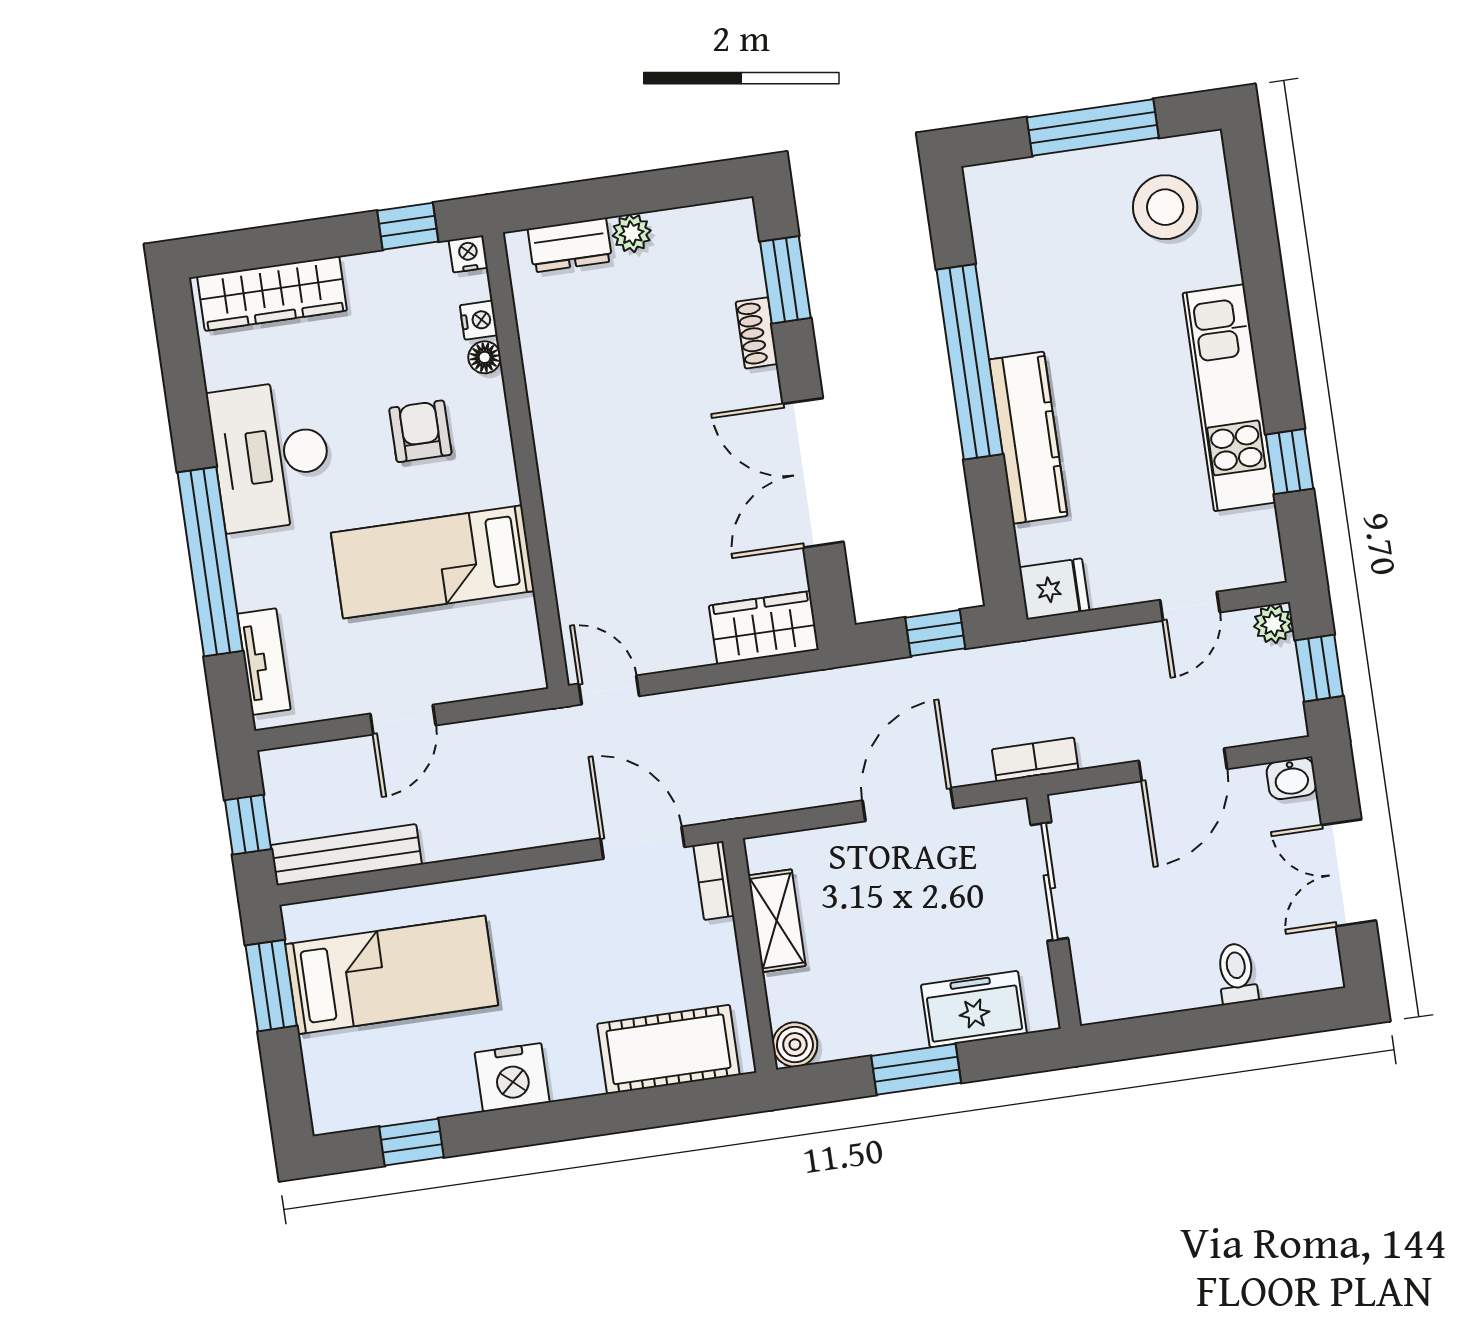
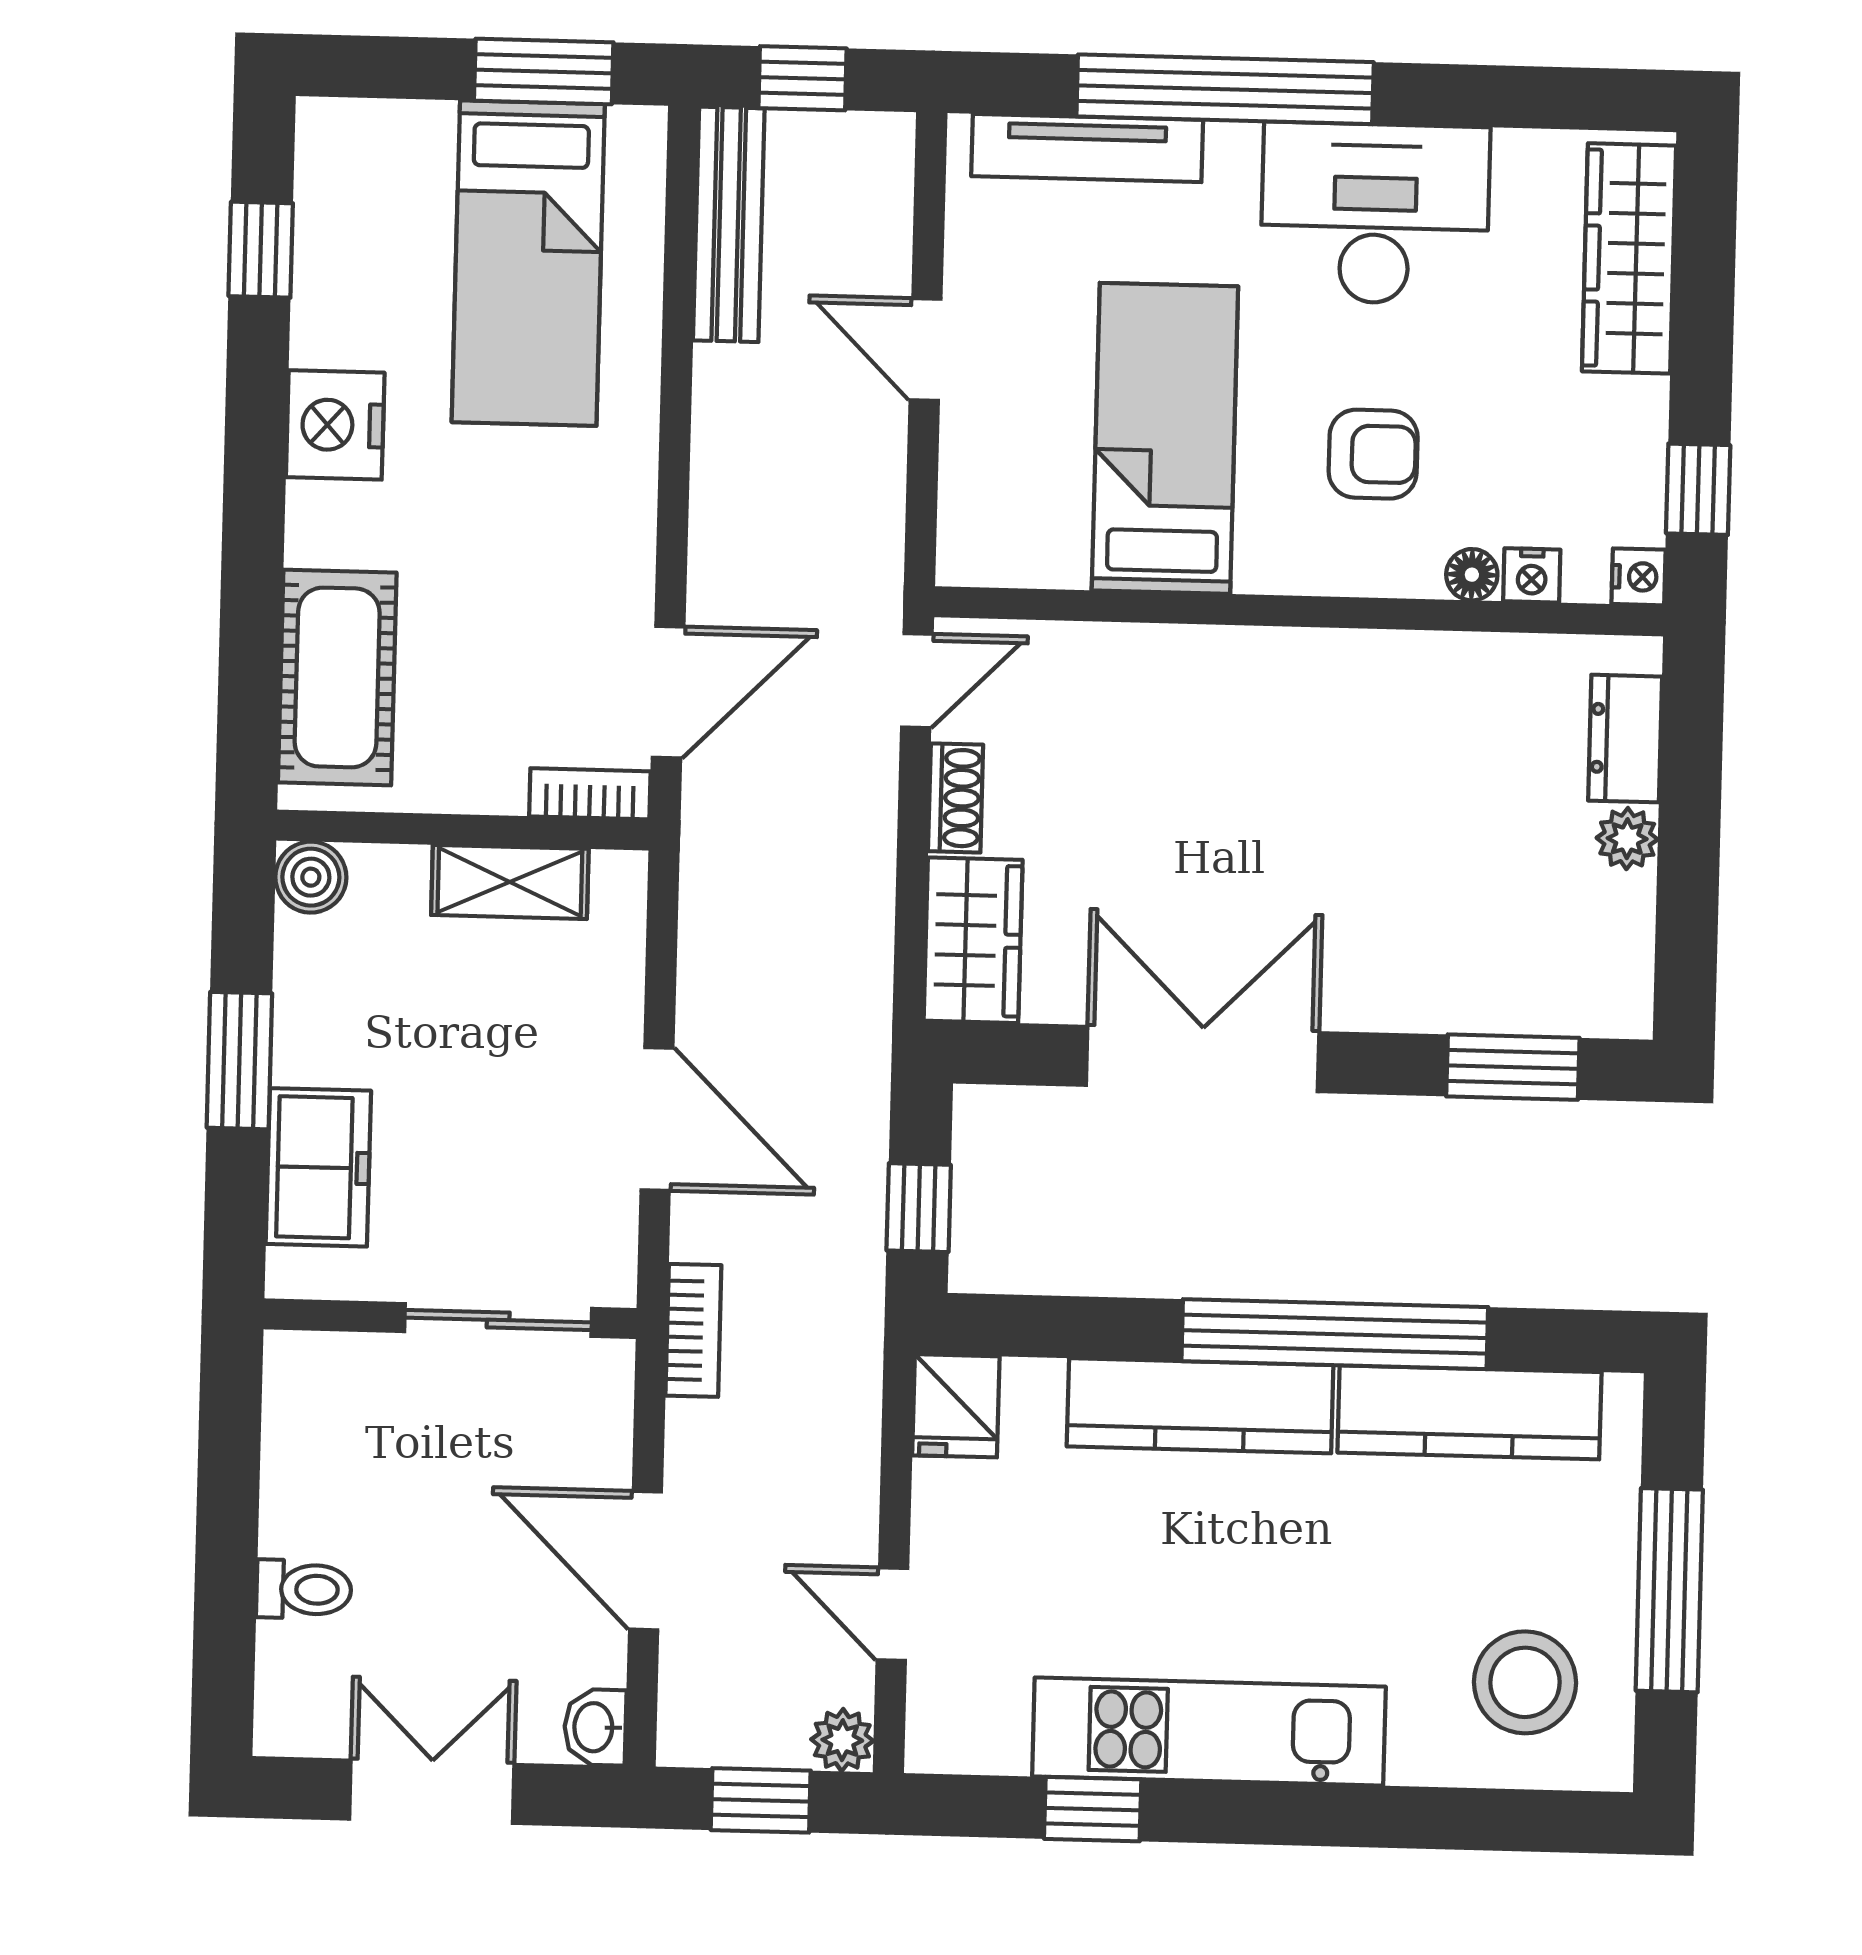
kitchen counter: (1004, 270) -> (1469, 1412), added
shoe rack: (757, 333) -> (956, 798), moved, turned 90
tv unit: (264, 662) -> (1087, 148), width x1.41

